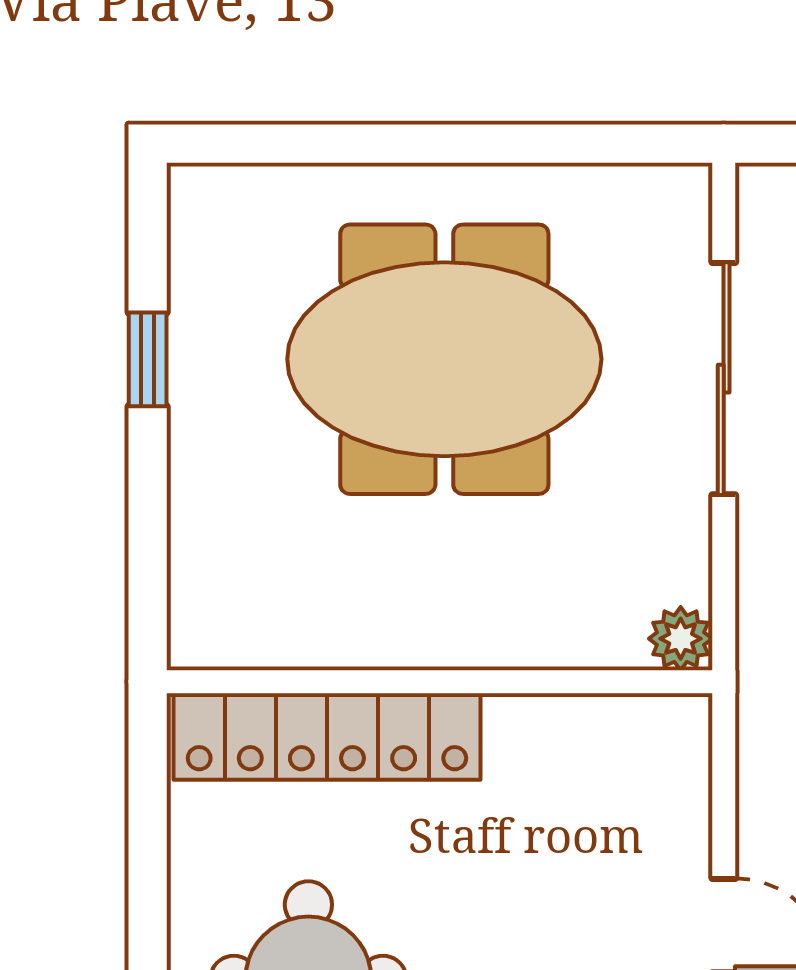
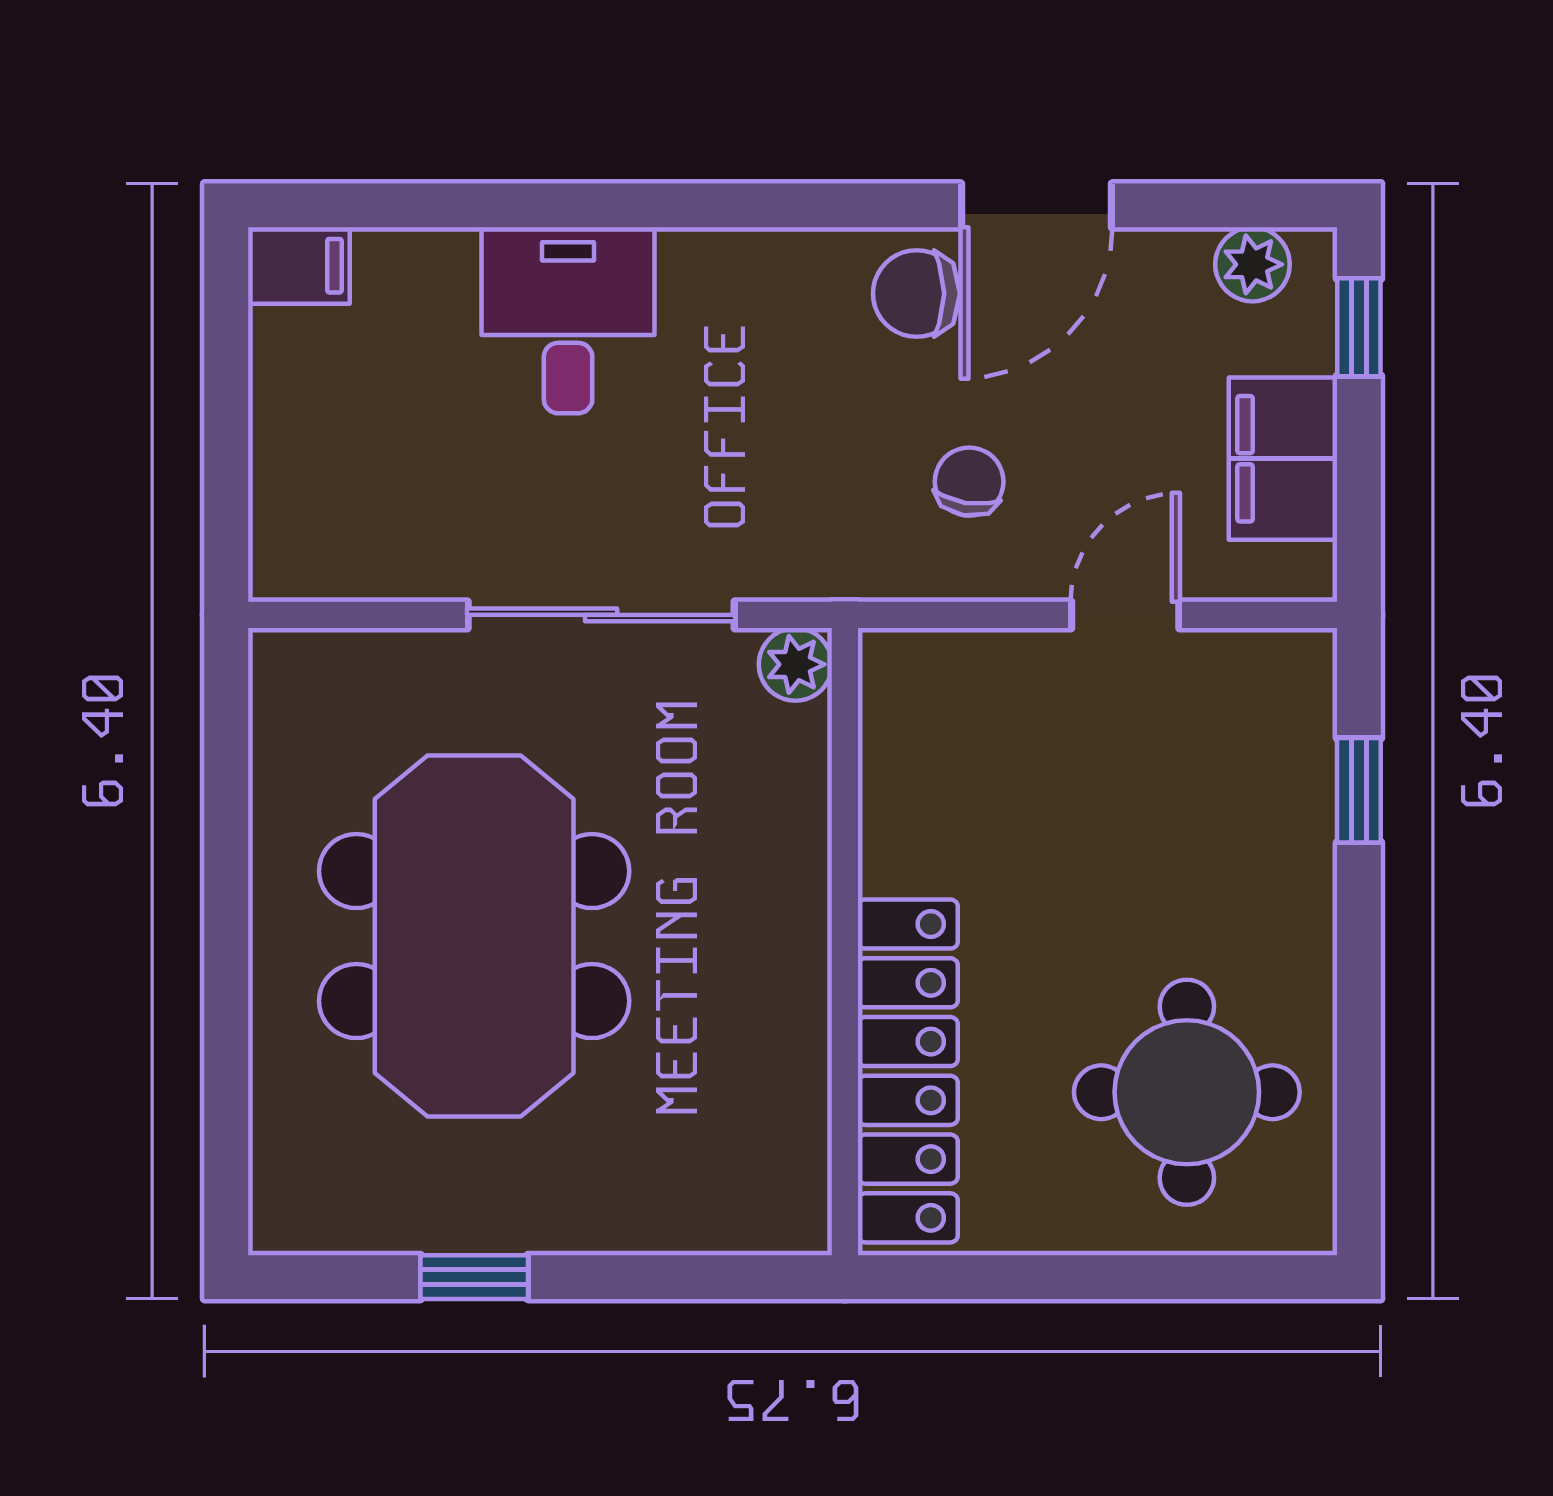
sliding door: (724, 379) -> (601, 615), moved

